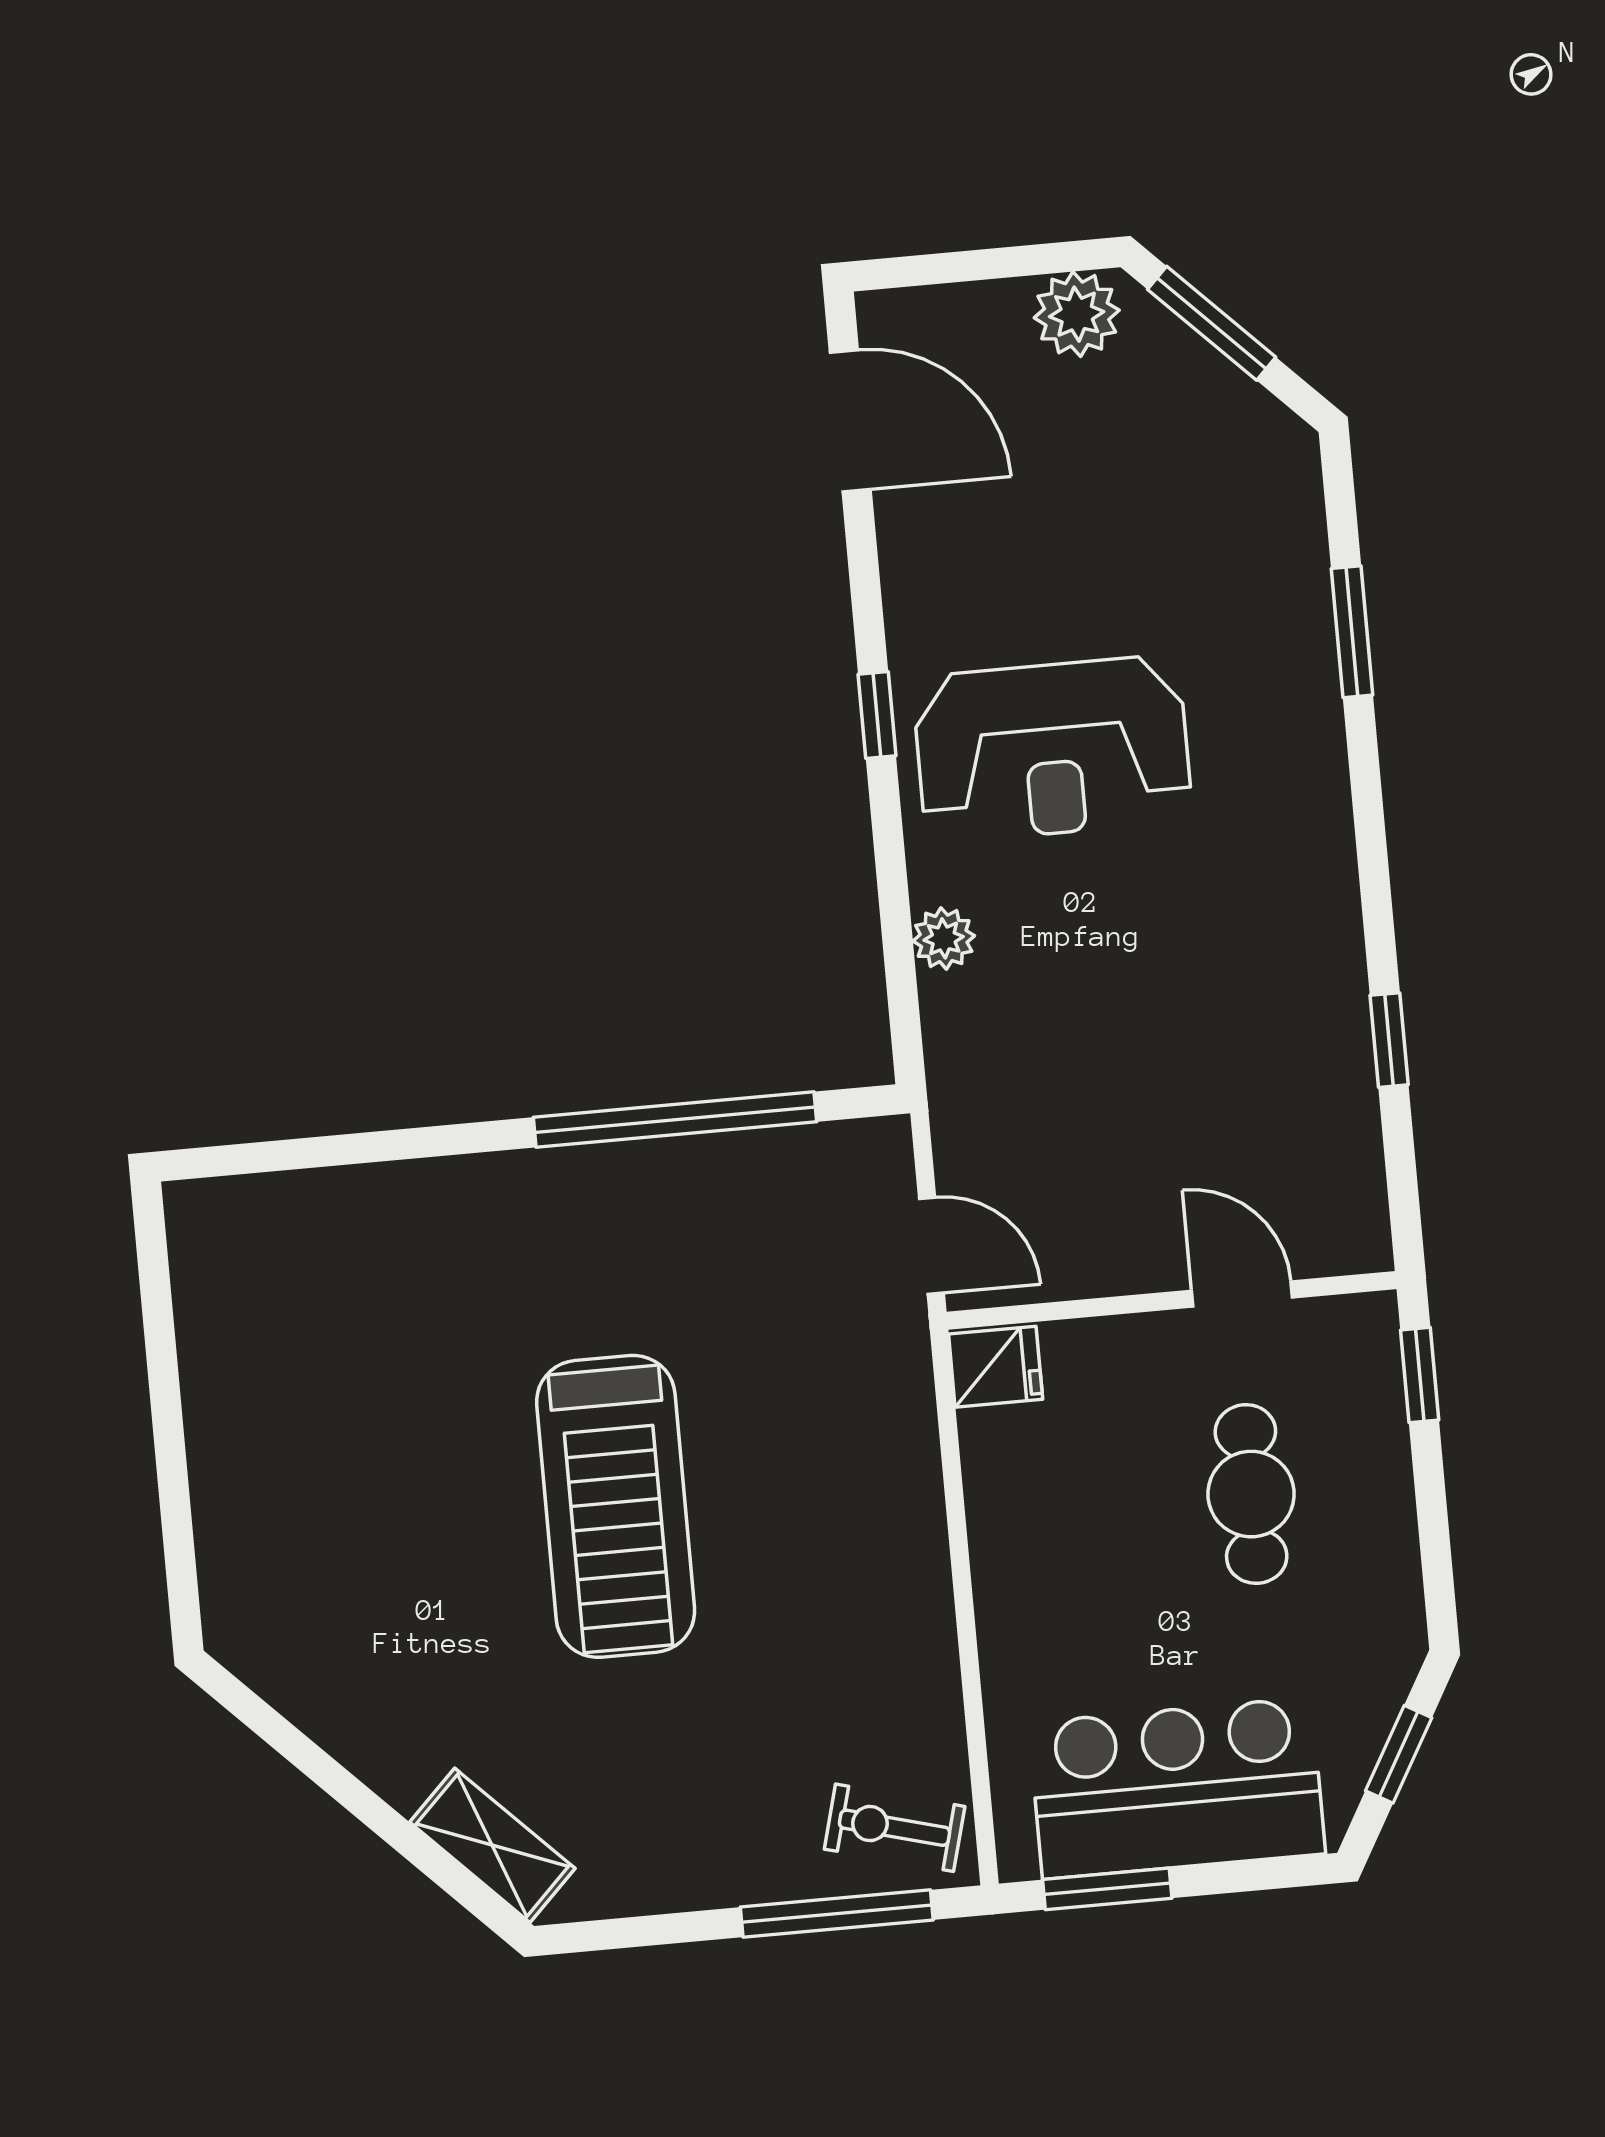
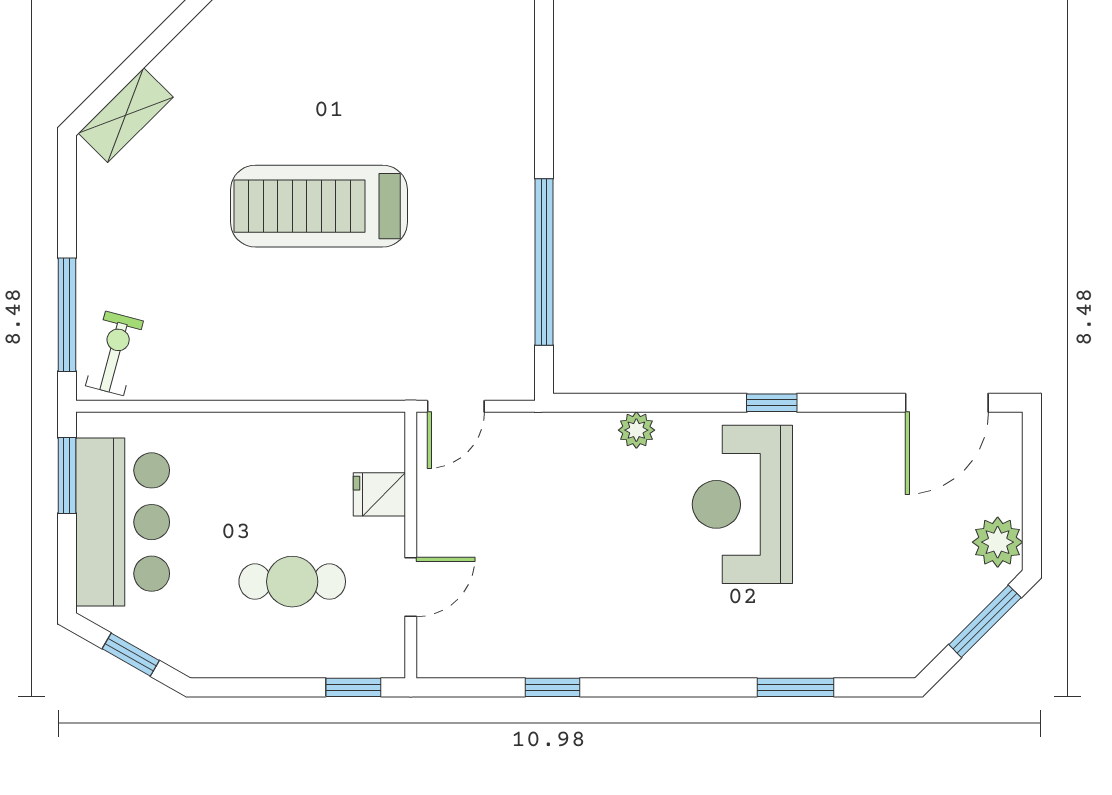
fridge: (996, 1367) -> (379, 494), moved, turned 90

